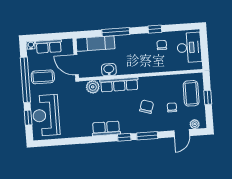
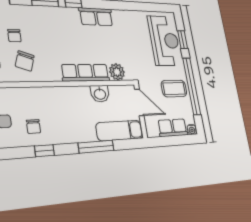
chair: (147, 107) -> (25, 61), moved

